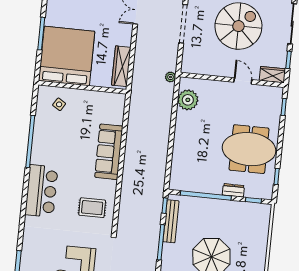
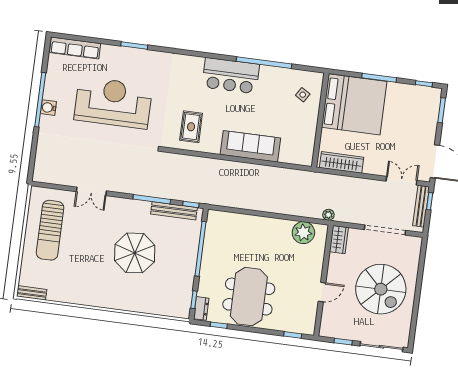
wardrobe: (272, 75) -> (339, 240), moved
dresser: (233, 190) -> (201, 308), moved
bar counter: (41, 191) -> (231, 76), moved

